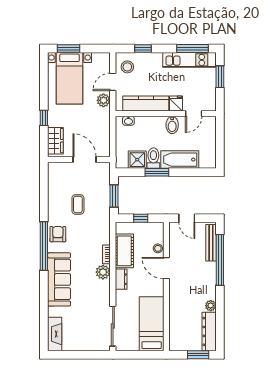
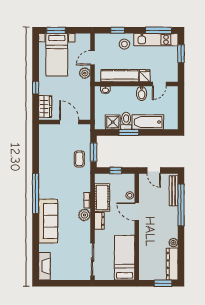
stool: (127, 67) -> (124, 44), moved
coffee table: (78, 204) -> (79, 159), moved
armchair: (58, 234) -> (47, 184), removed

